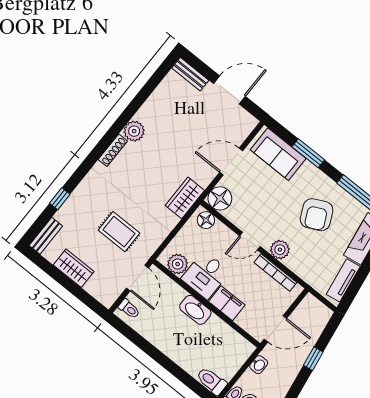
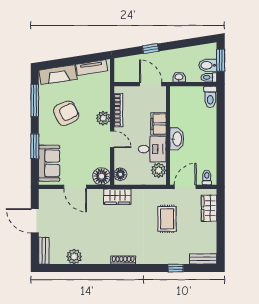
plant: (134, 131) -> (74, 257), moved
wardrobe: (74, 268) -> (209, 208), moved

